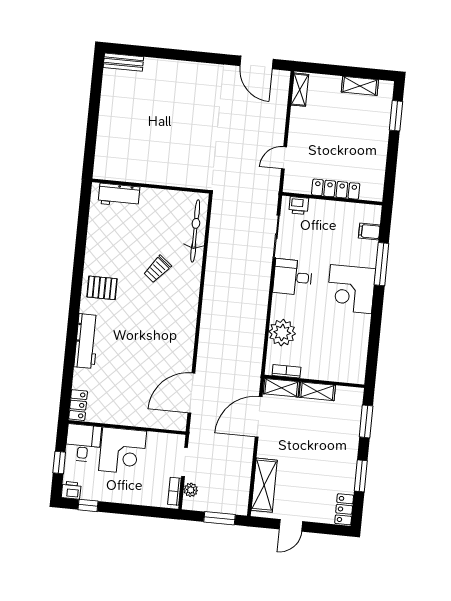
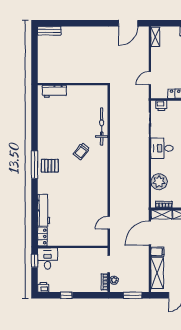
door: (257, 62) -> (128, 23), hinge flipped
wall: (151, 186) -> (73, 84), moved
workbench: (119, 195) -> (54, 91), moved
window: (77, 283) -> (35, 165), added
workbench: (86, 341) -> (44, 210), moved
door: (191, 393) -> (109, 223), width x0.53
filing cabinet: (268, 450) -> (157, 252), added
corner desk: (123, 451) -> (71, 261), removed
window: (59, 462) -> (35, 261), moved
window: (88, 505) -> (66, 295), moved

